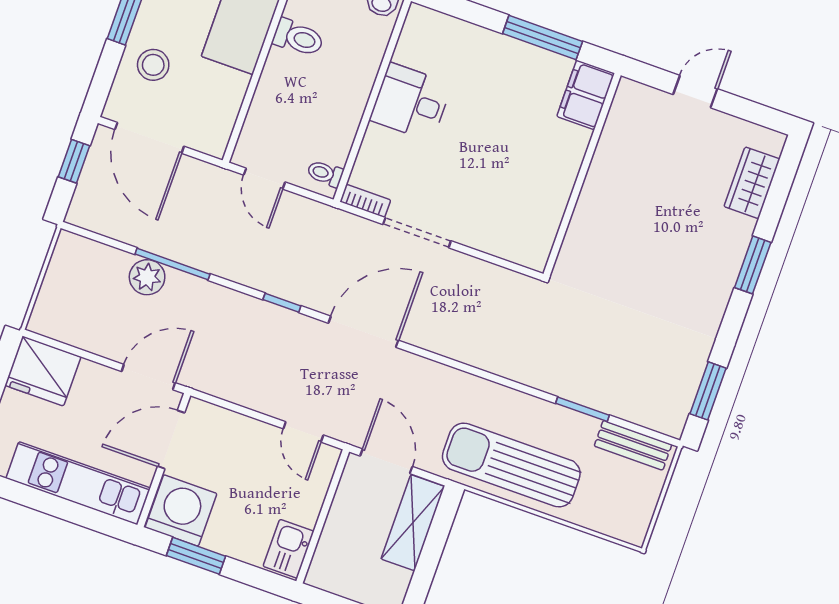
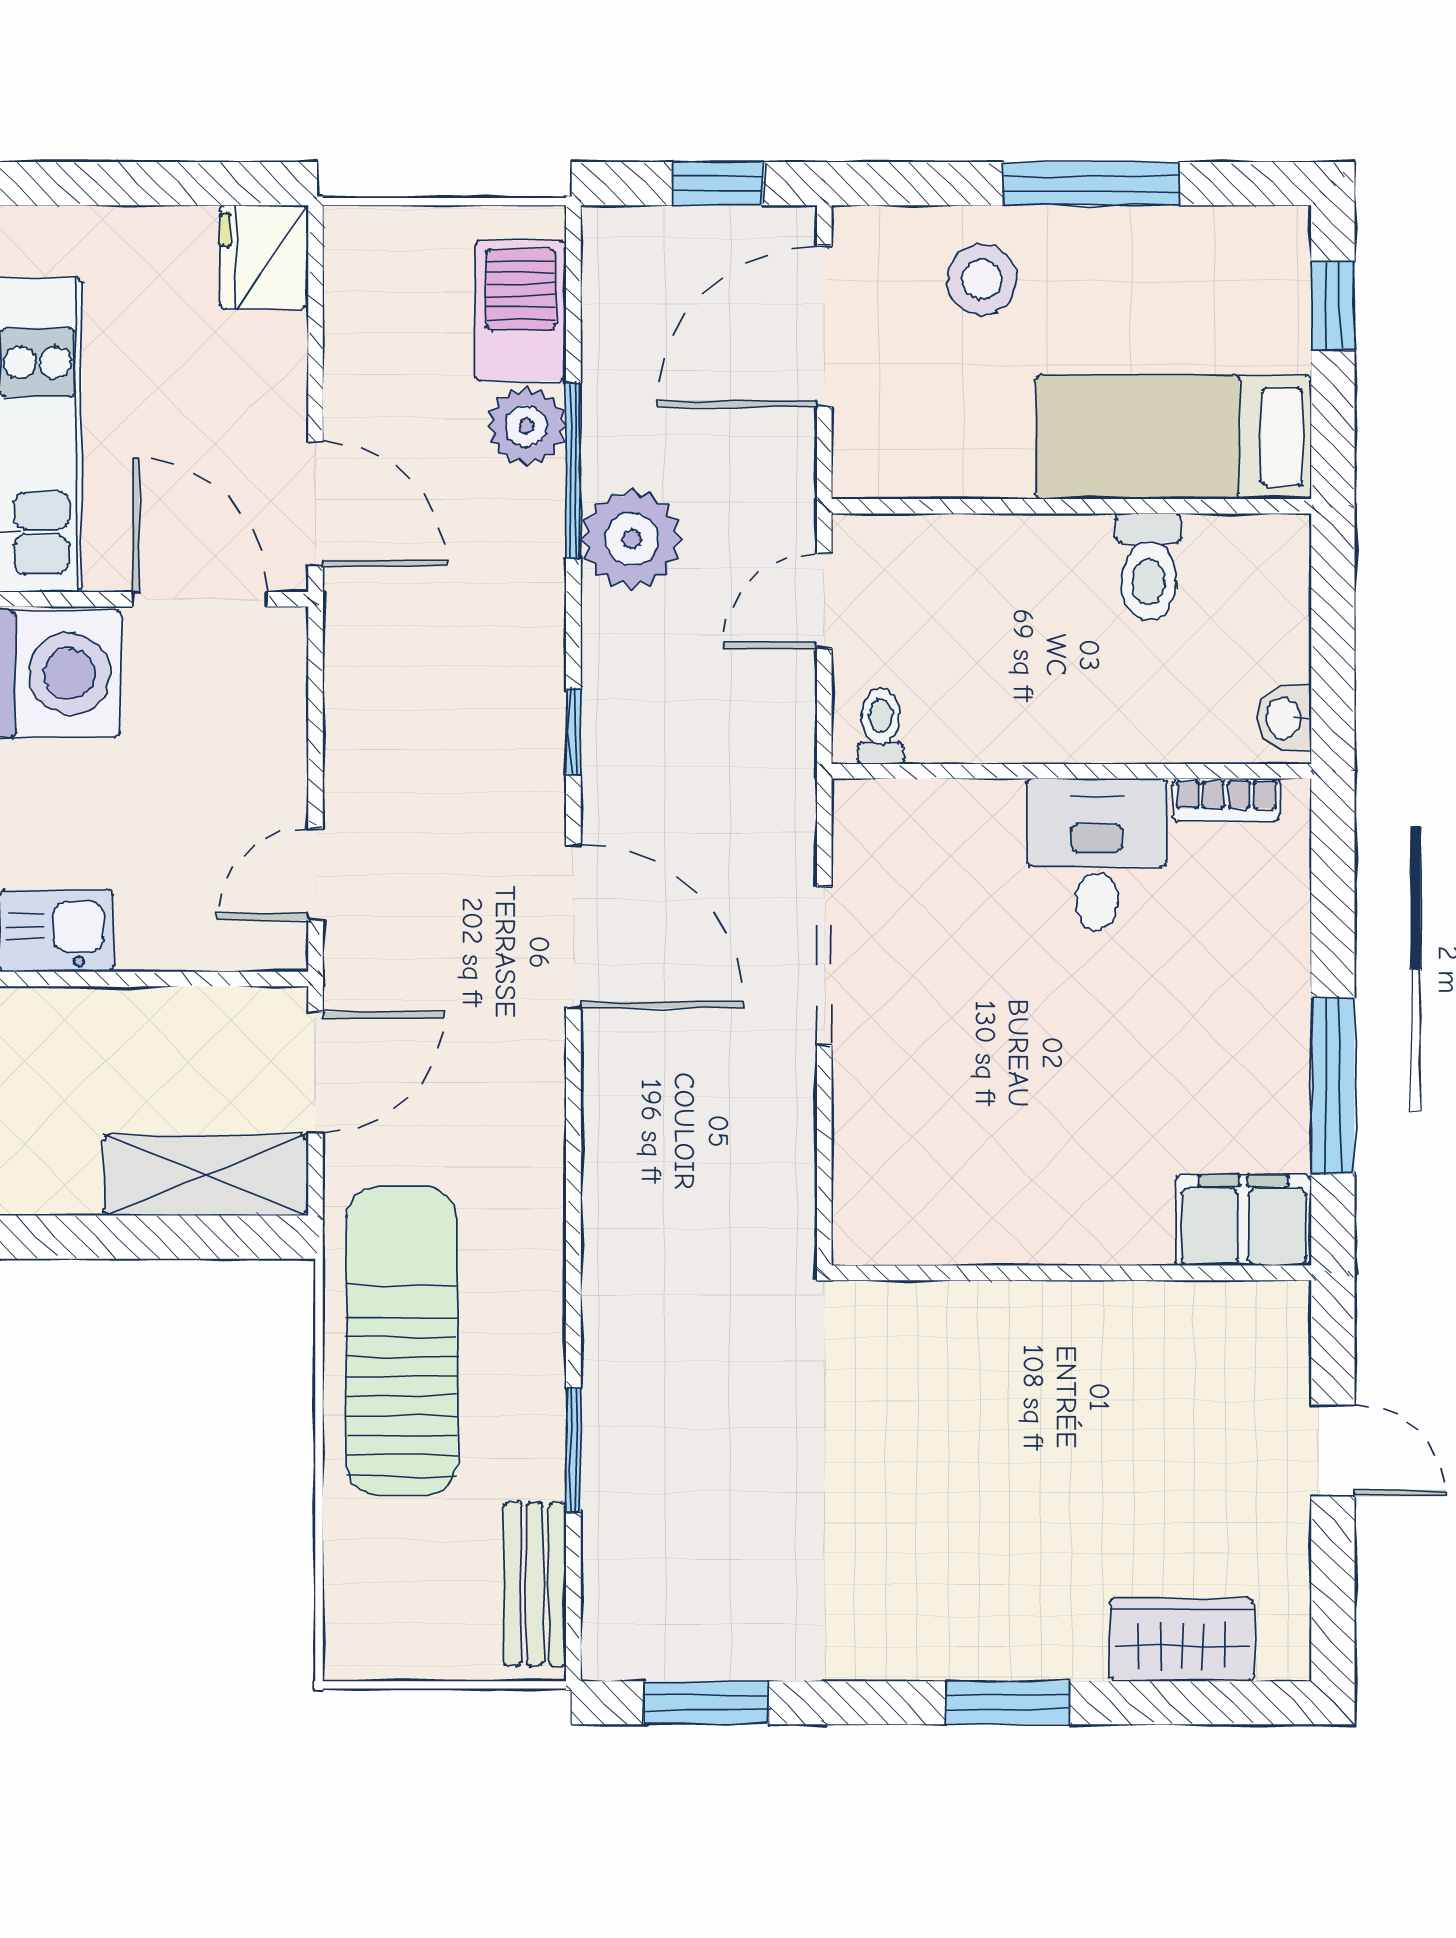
bookcase: (365, 201) -> (1226, 800), moved, turned 90
plant: (210, 250) -> (632, 539), added
barbecue: (98, 263) -> (521, 311), added
fridge: (43, 371) -> (264, 257), width x0.73, depth x0.75

